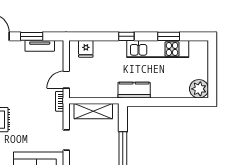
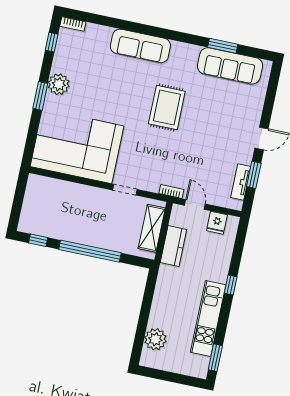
window: (169, 36) -> (215, 358), moved
fridge: (86, 49) -> (217, 223), moved, turned -90
plant: (199, 89) -> (155, 339), moved
kitchen counter: (134, 90) -> (173, 246), moved

